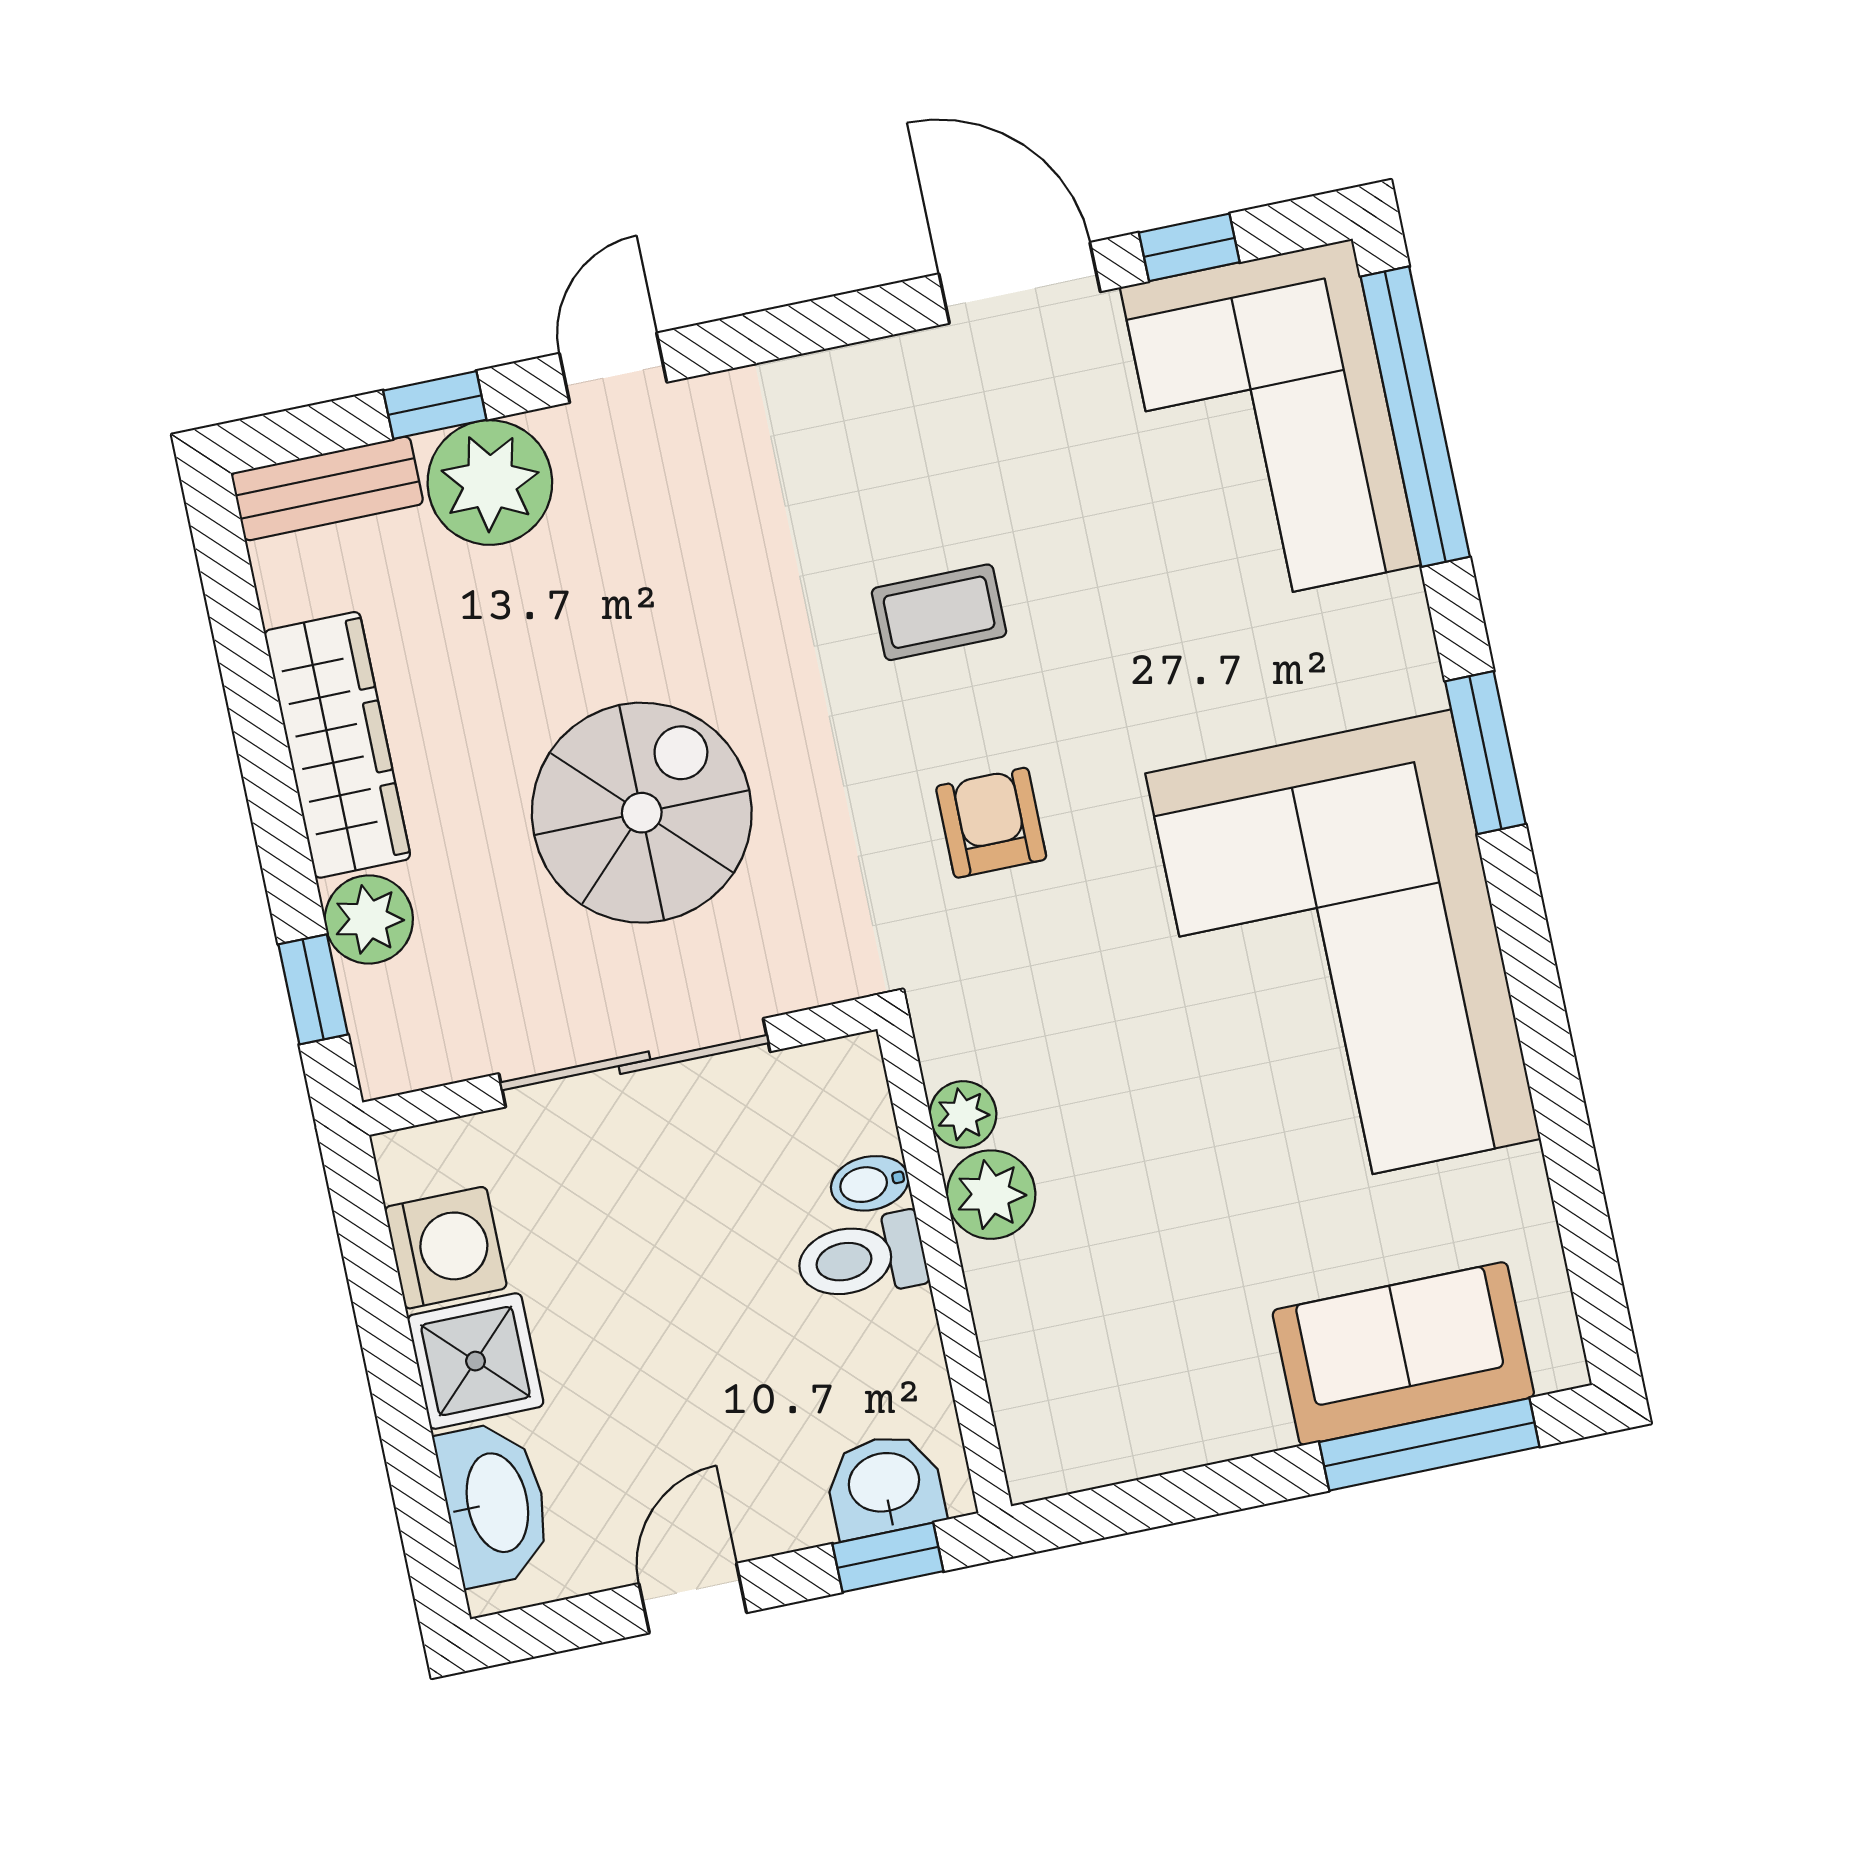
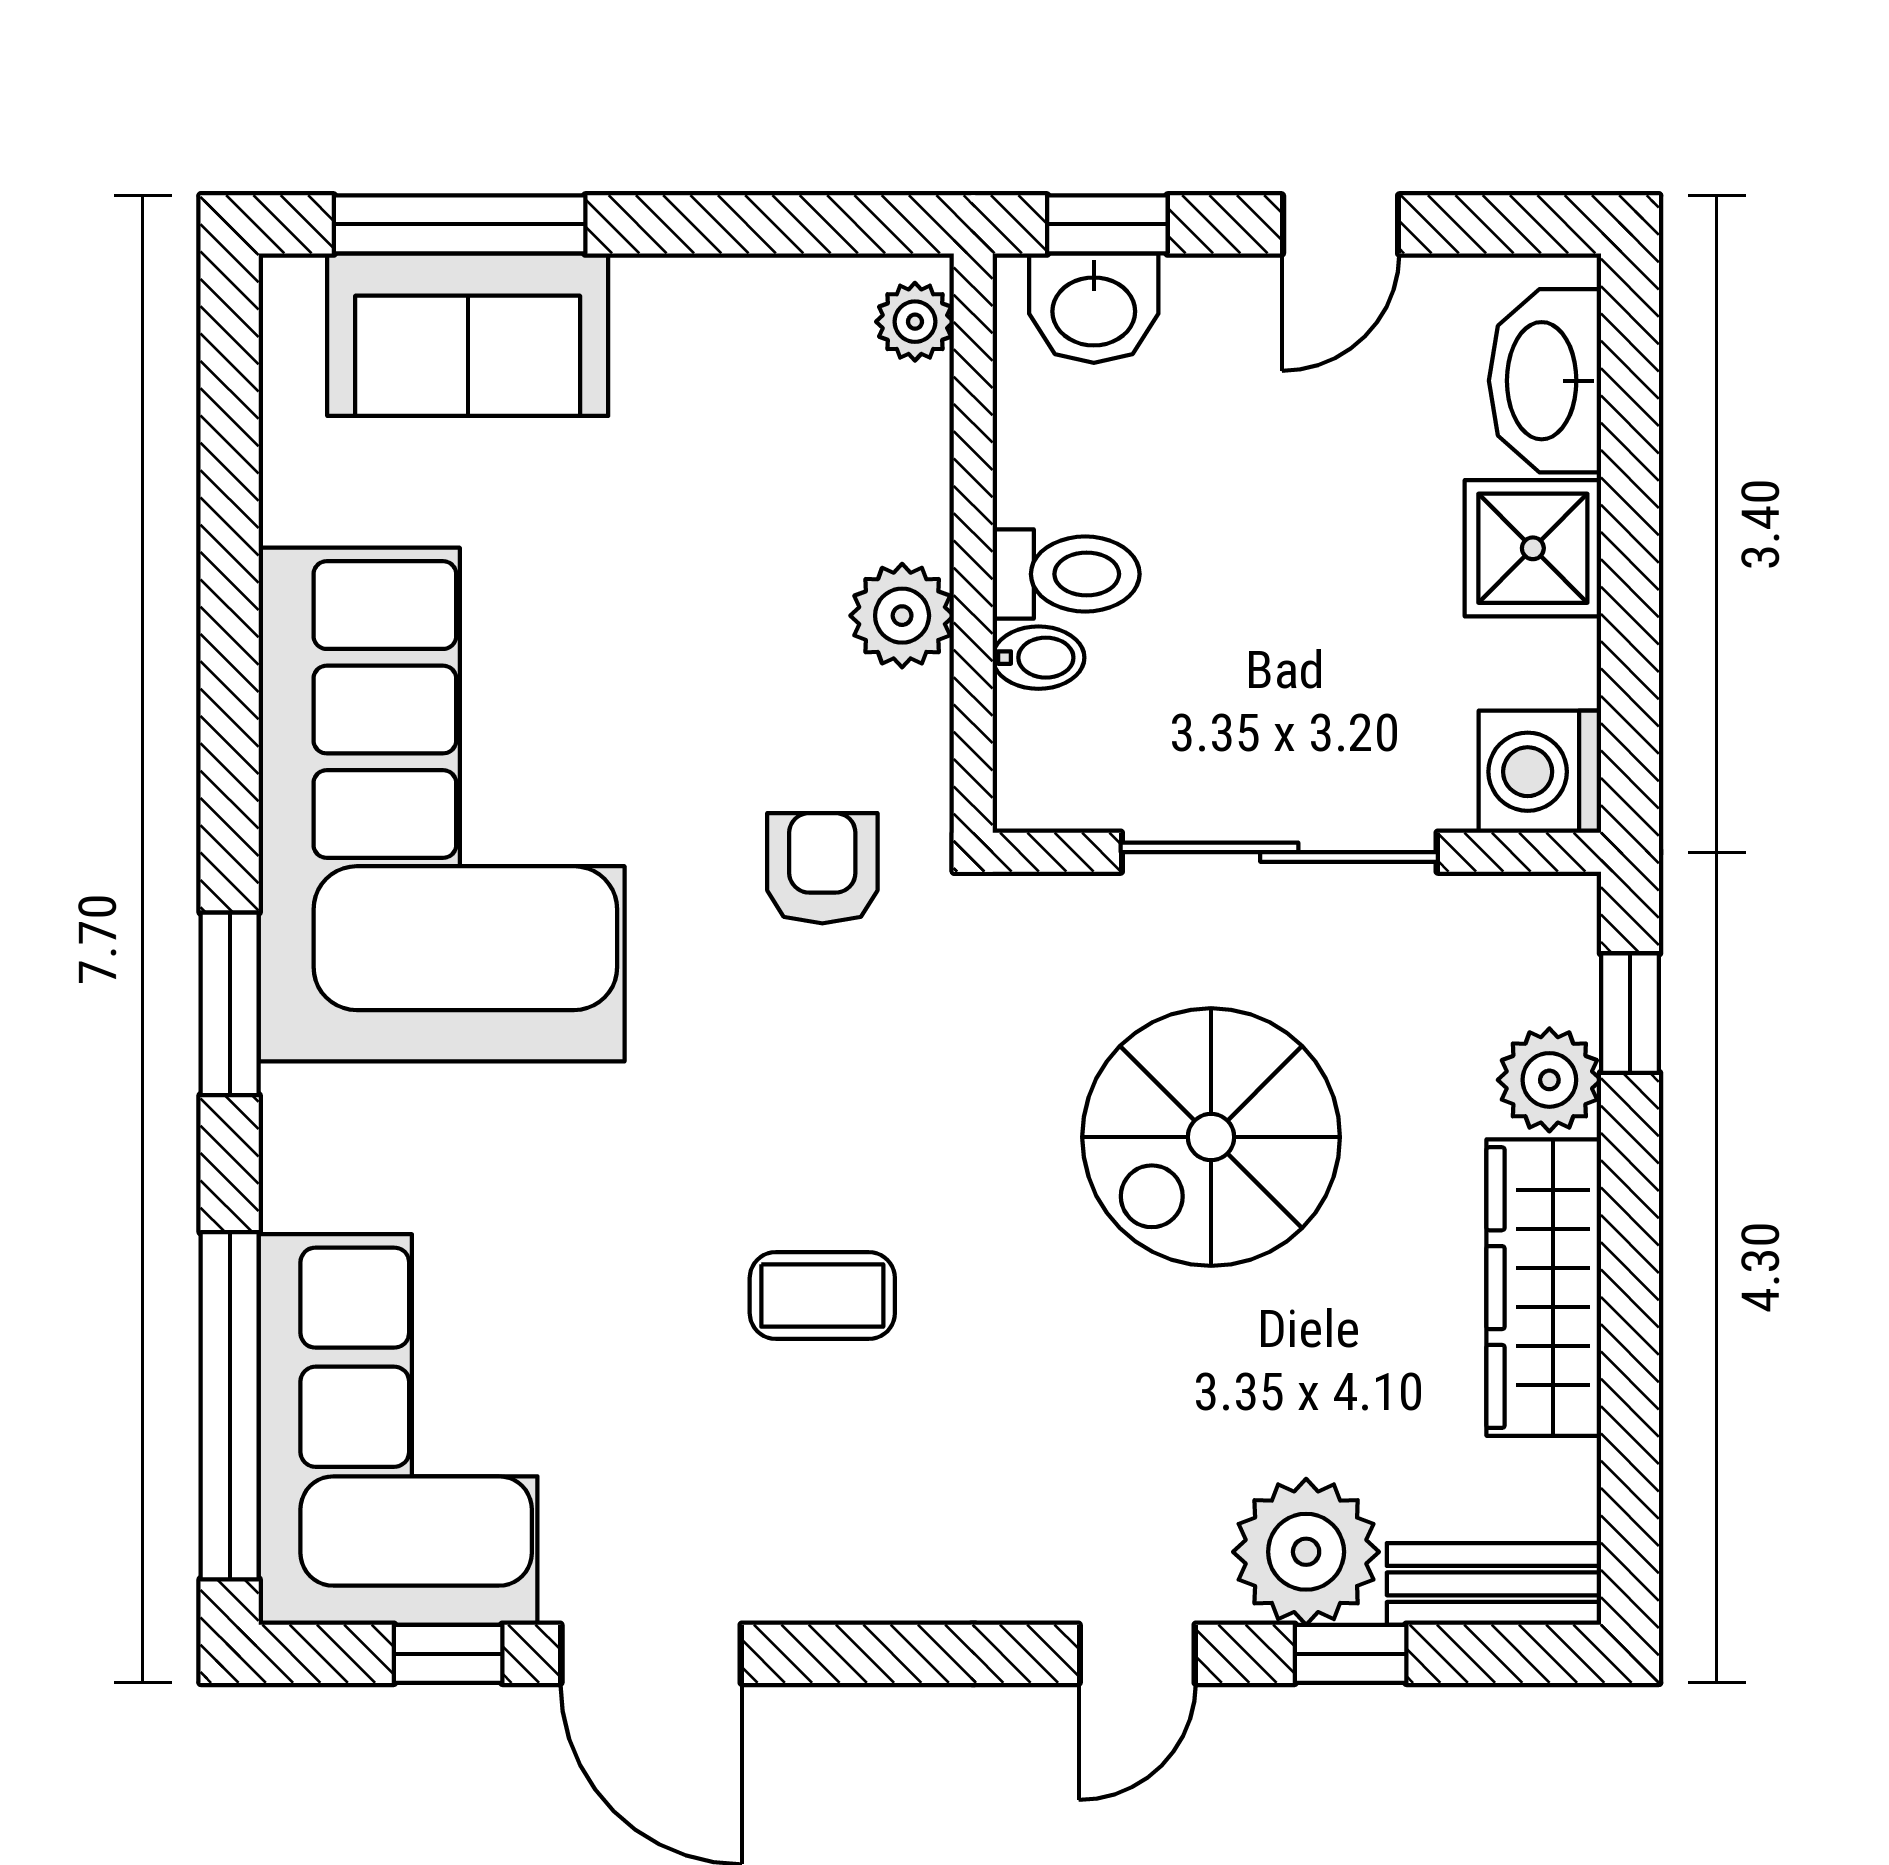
armchair: (991, 823) -> (822, 868), moved, turned 180
plant: (963, 1114) -> (915, 322), moved
washing machine: (446, 1248) -> (1540, 772), moved

